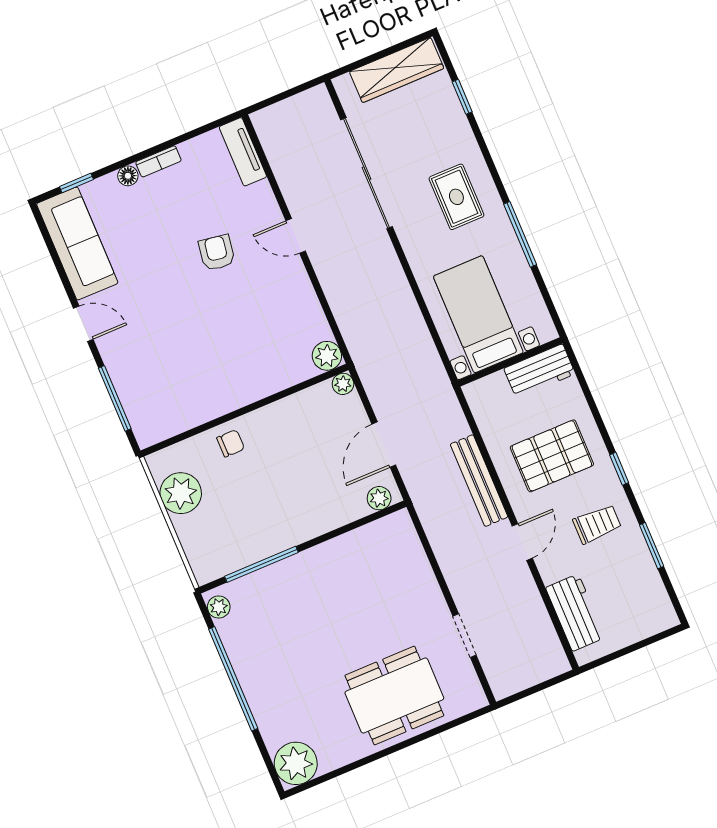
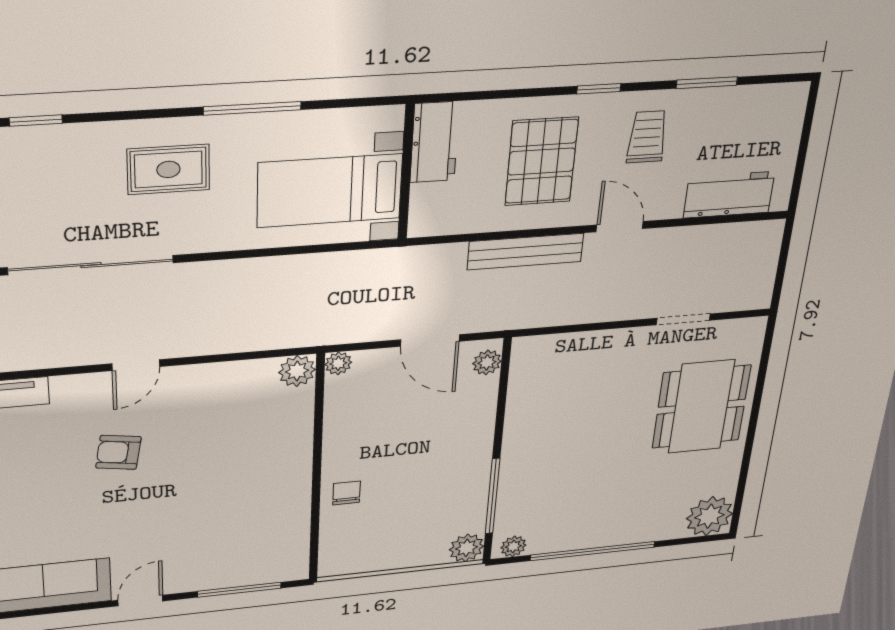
plant: (181, 493) -> (467, 548), moved, width x0.73, depth x0.73

